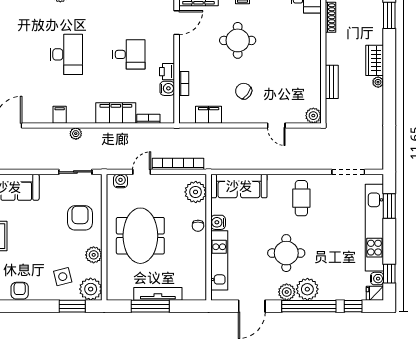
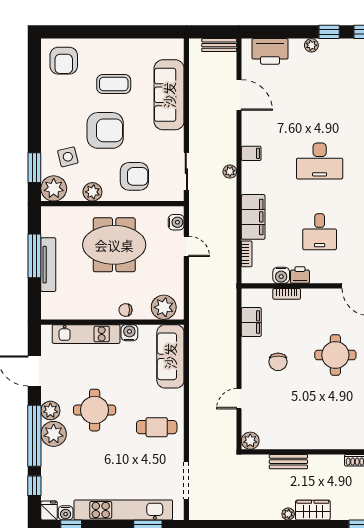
chair: (244, 91) -> (278, 362), turned 144
bookcase: (178, 164) -> (195, 287), removed
armchair: (20, 291) -> (105, 130), moved, width x1.88, depth x1.88

